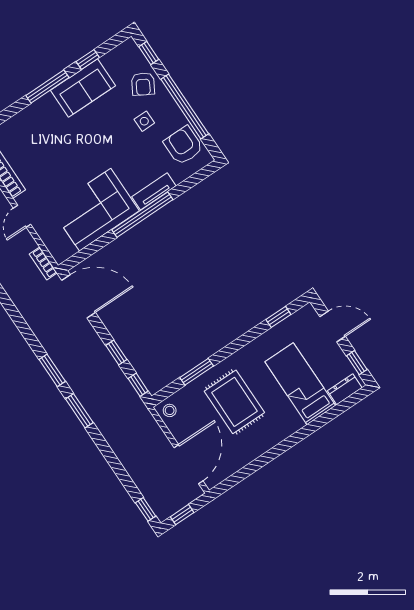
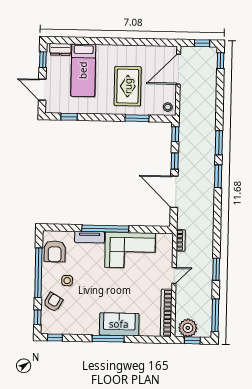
window: (88, 59) -> (55, 338), moved
sofa: (83, 88) -> (119, 324), moved
door: (79, 296) -> (174, 192), moved

